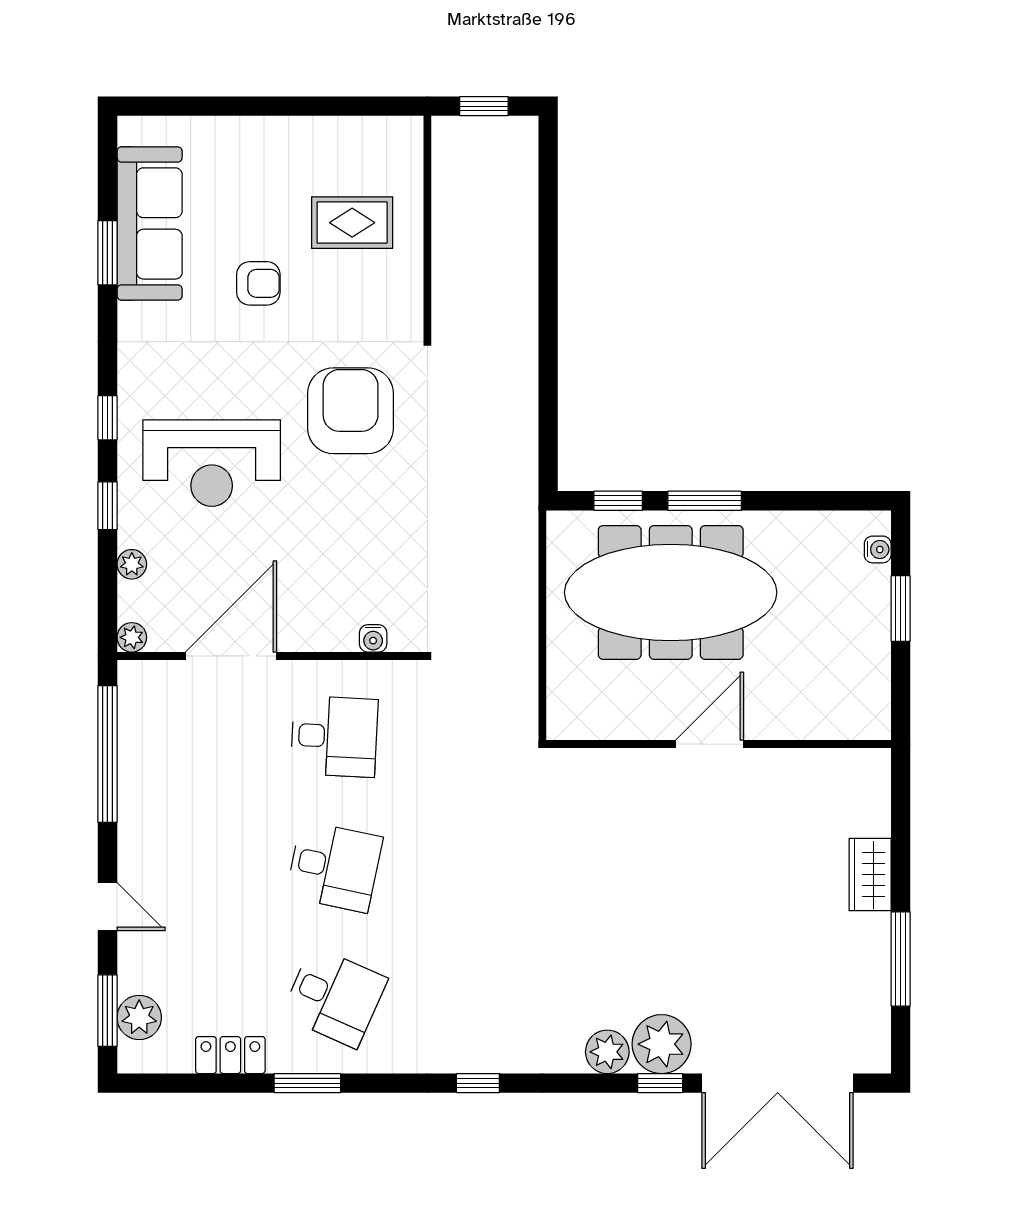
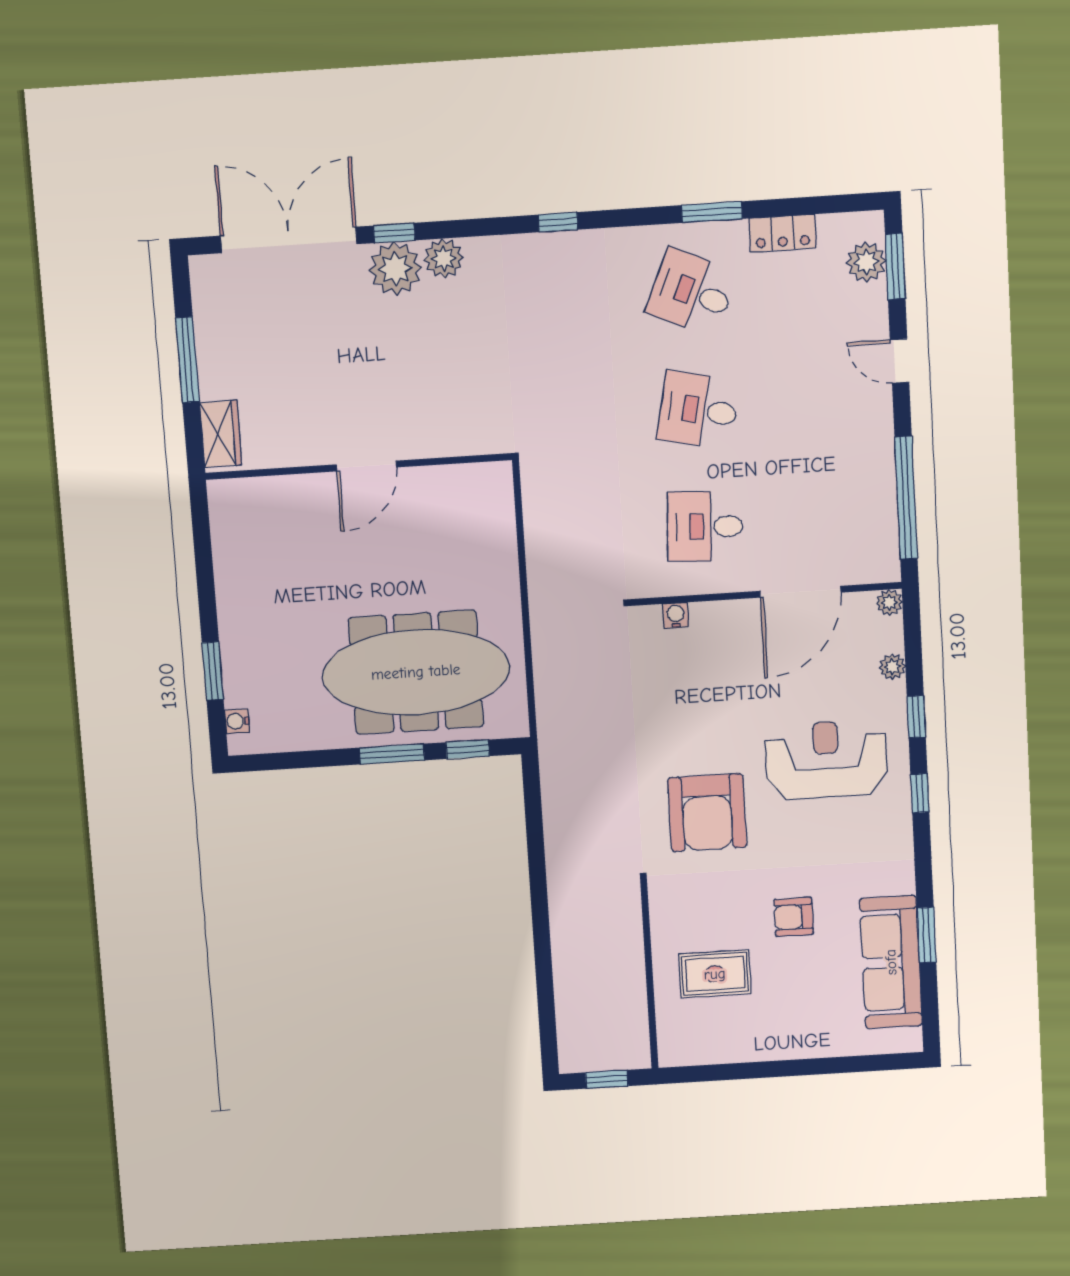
door: (710, 744) -> (366, 466), moved
wall: (719, 744) -> (358, 466), moved

